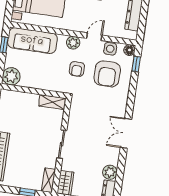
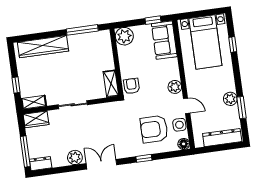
sofa: (32, 41) -> (164, 40), width x0.73
window: (136, 64) -> (144, 158), moved
armchair: (77, 69) -> (132, 86), moved, turned 90
plant: (110, 172) -> (75, 157), moved

